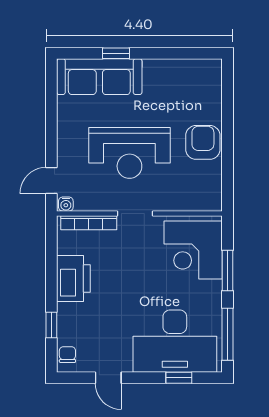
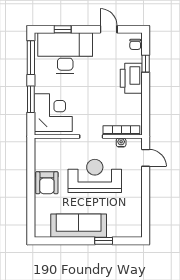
sofa: (99, 77) -> (79, 226), moved
door: (51, 181) -> (146, 158), hinge flipped
water cooler: (66, 204) -> (121, 143), moved
printer: (73, 278) -> (131, 78), moved

